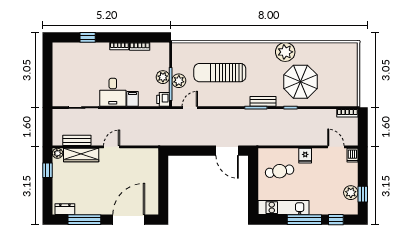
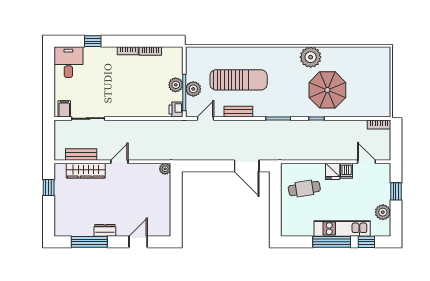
sun lounger: (220, 73) -> (239, 80), turned 180
desk: (113, 92) -> (68, 62), moved, turned 180
filing cabinet: (132, 99) -> (64, 109), moved
bench: (263, 101) -> (238, 112), moved
plant: (57, 153) -> (165, 169), moved
dishwasher: (352, 155) -> (347, 171), moved
window: (363, 194) -> (396, 191), moved
kitchen unit: (283, 208) -> (342, 229), moved
dresser: (65, 209) -> (105, 230), moved
door: (129, 220) -> (138, 242), width x0.53

